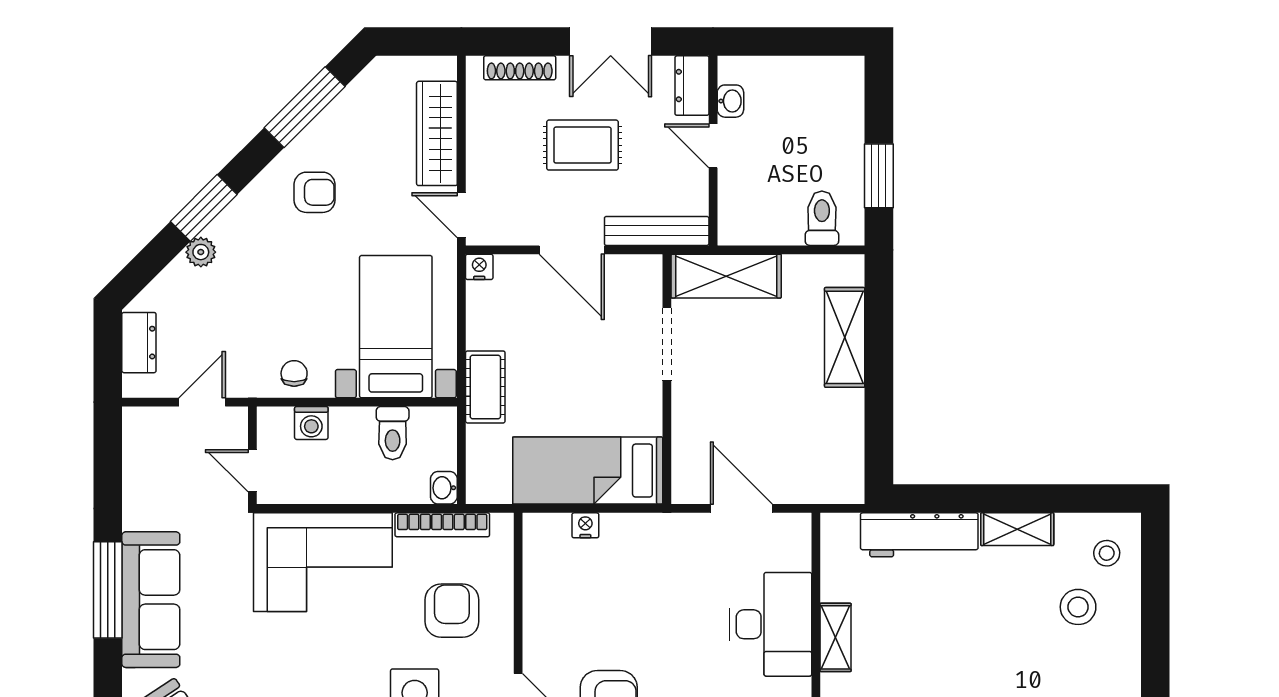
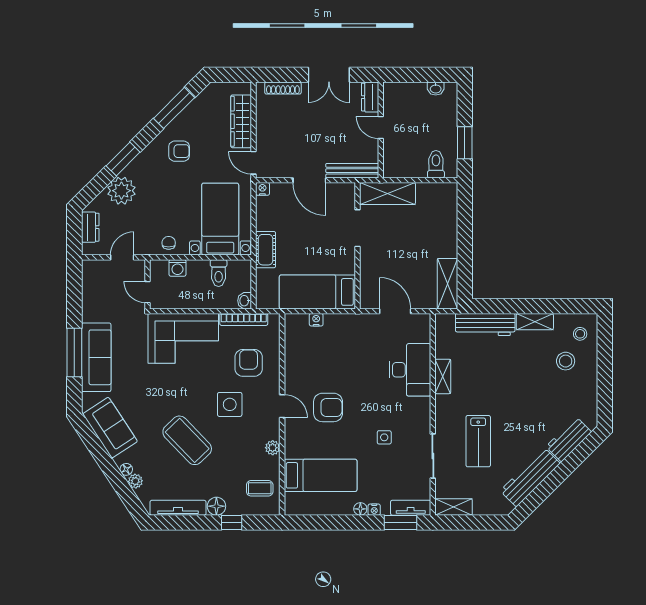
washbasin: (730, 101) -> (436, 89), moved, turned 90
rug: (582, 145) -> (315, 127), removed
plant: (201, 252) -> (121, 191), width x1.88, depth x1.88
shelving: (845, 337) -> (447, 284), moved

